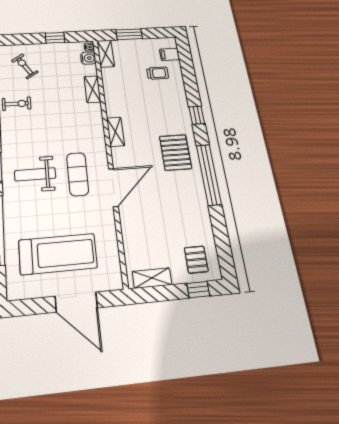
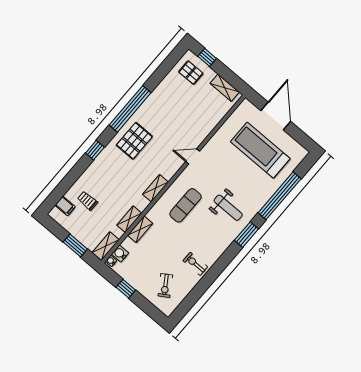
shelving: (110, 89) -> (129, 219), added
exercise mat: (78, 174) -> (185, 205), moved
door: (113, 187) -> (193, 156), width x0.53
pallet: (196, 260) -> (191, 73), turned 90

